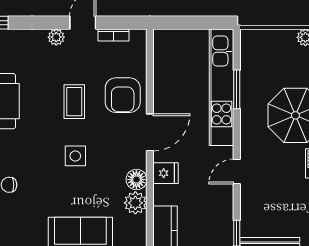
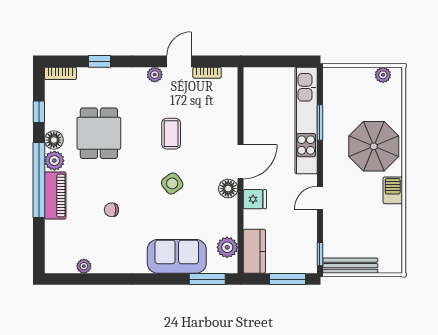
armchair: (123, 95) -> (216, 128), removed
side table: (75, 156) -> (172, 183), turned -37
floor lamp: (136, 180) -> (228, 189), moved
plant: (135, 203) -> (227, 247), moved

